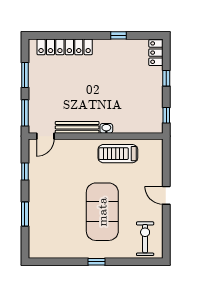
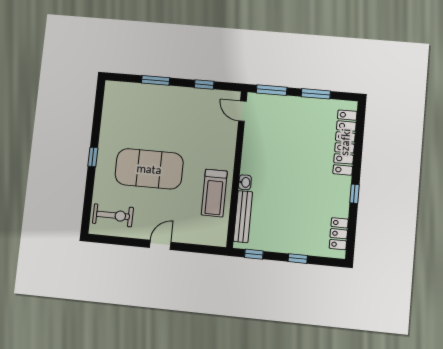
window: (118, 35) -> (354, 194), moved
locker: (156, 53) -> (339, 234), moved, turned -90
bench: (77, 127) -> (243, 217), moved
treadmill: (118, 154) -> (214, 193), turned 180

